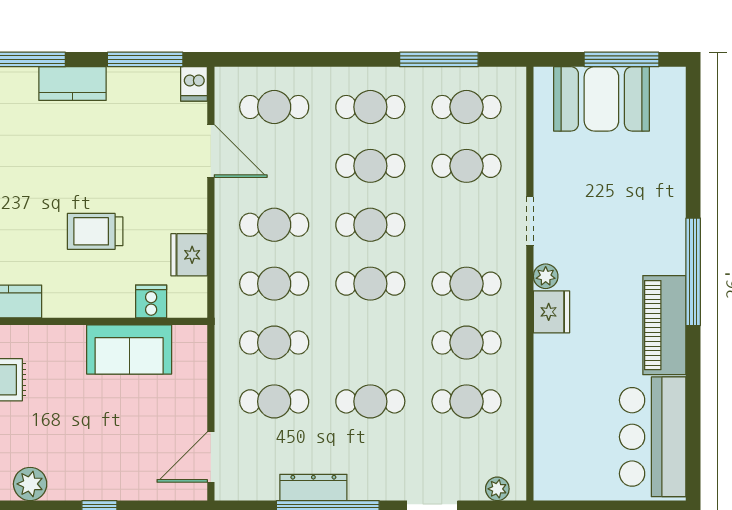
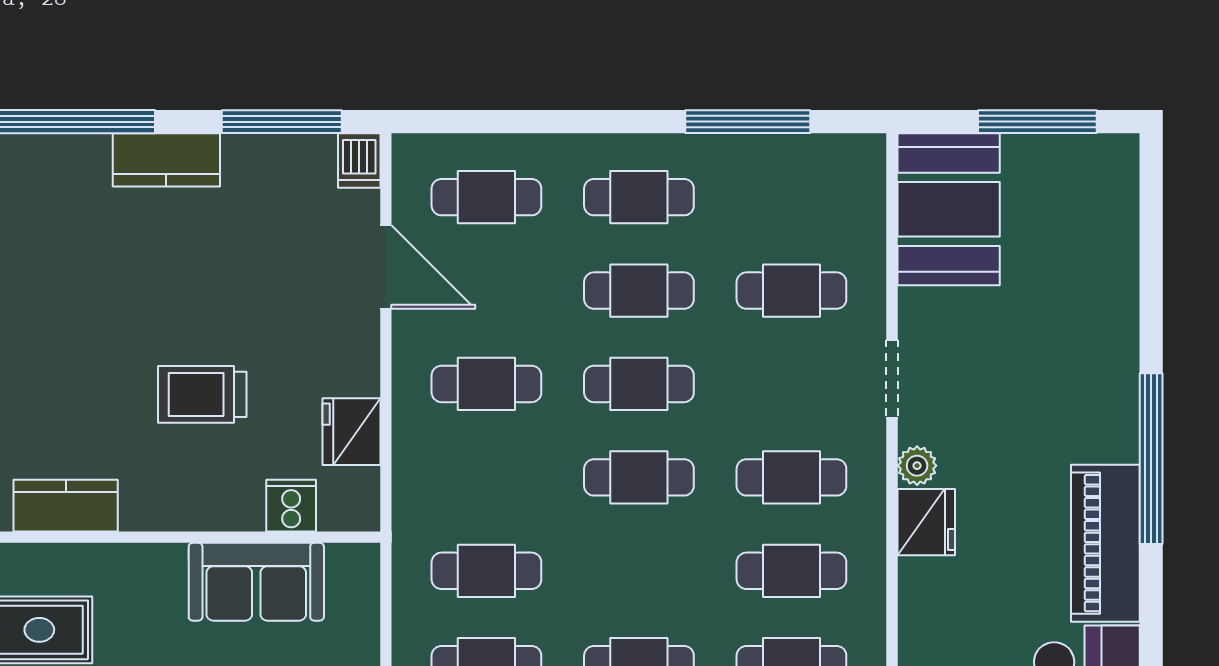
booth: (601, 99) -> (949, 209), moved, turned 90
cafe table: (467, 107) -> (791, 197), removed
cafe table: (274, 284) -> (486, 477), removed

